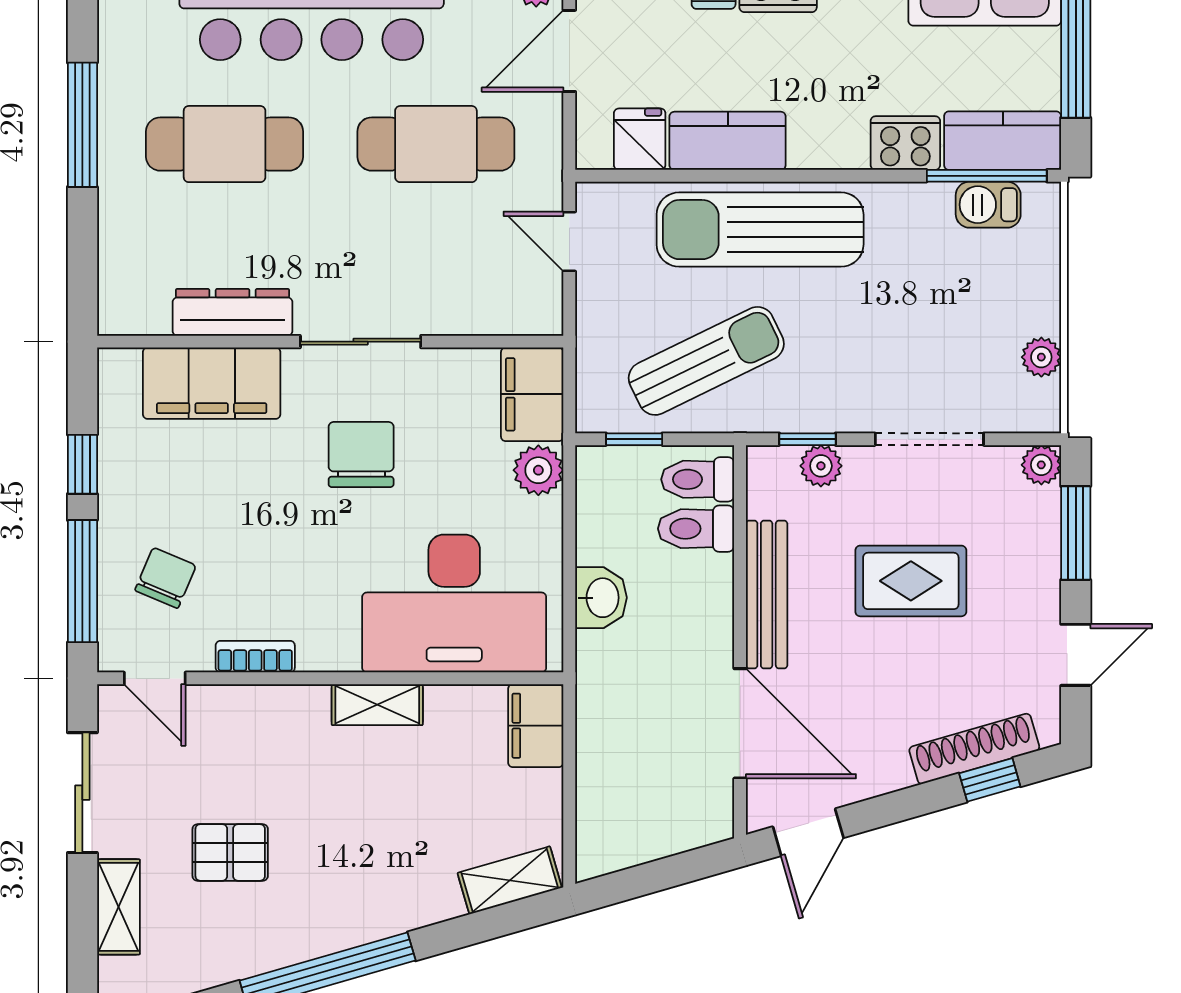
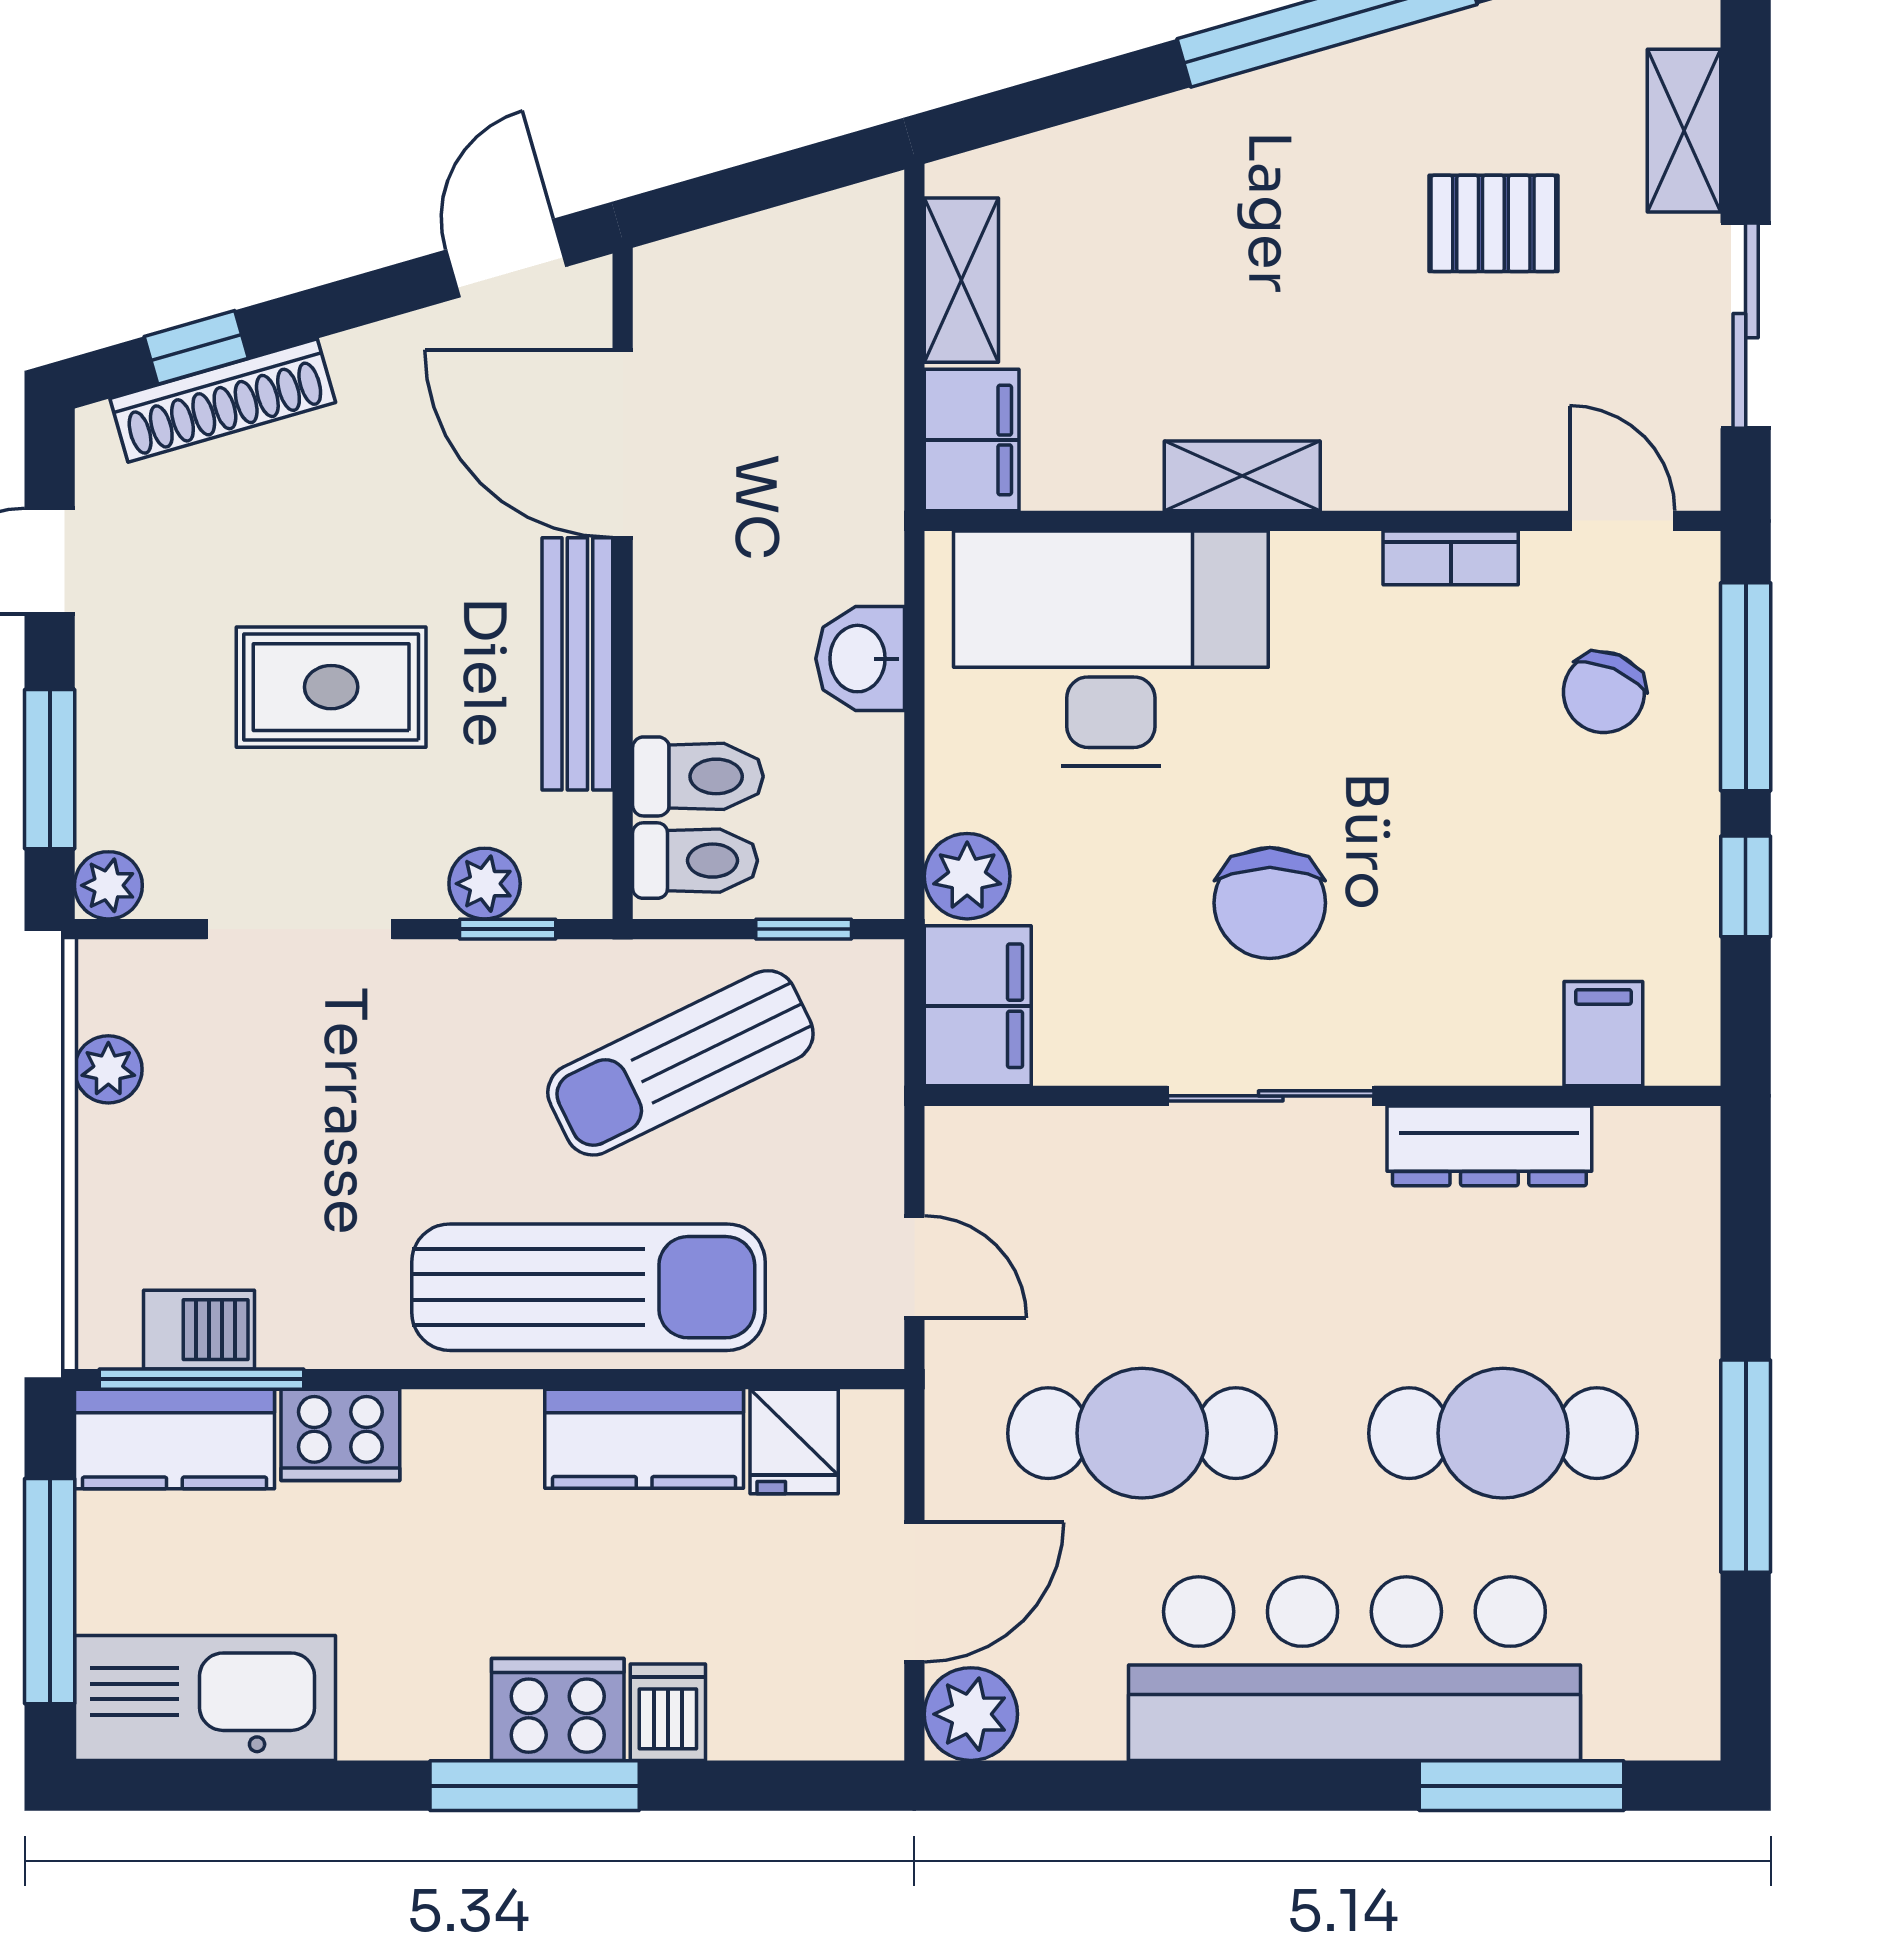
filing cabinet: (212, 383) -> (1603, 1034), width x0.33, depth x0.86
shelving: (510, 880) -> (961, 280), moved, turned -74

